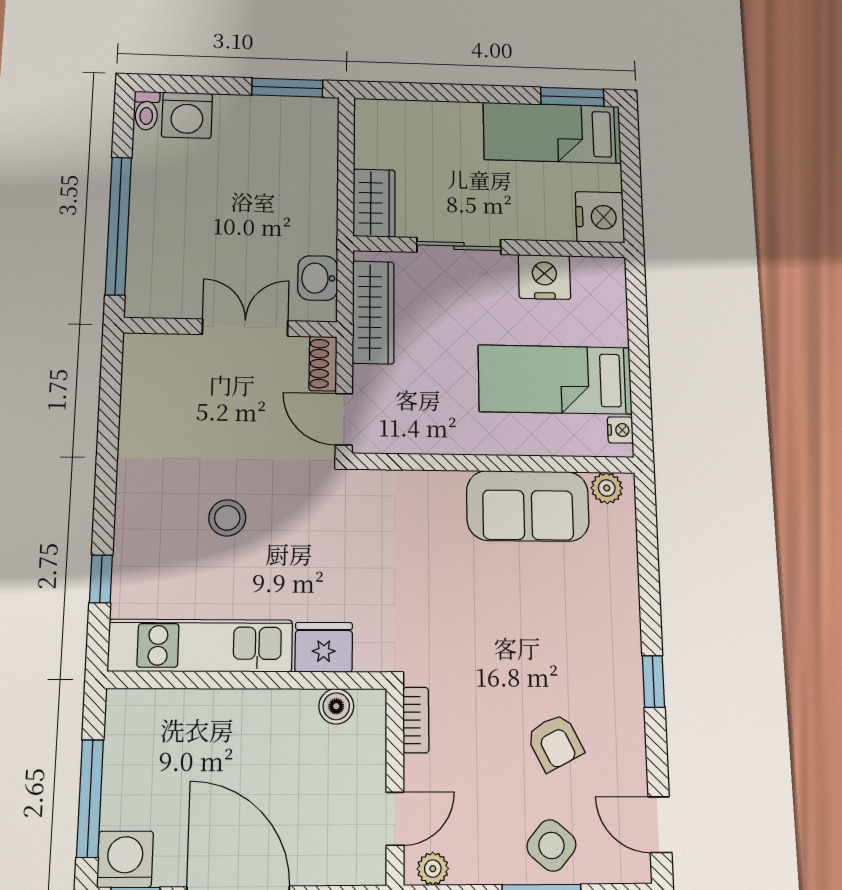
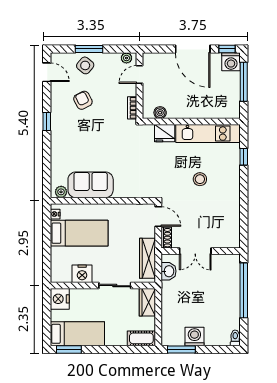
washing machine: (187, 115) -> (194, 337), moved
cot: (389, 117) -> (141, 338), added

